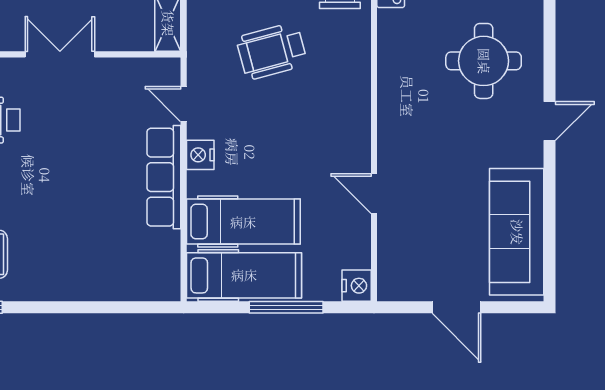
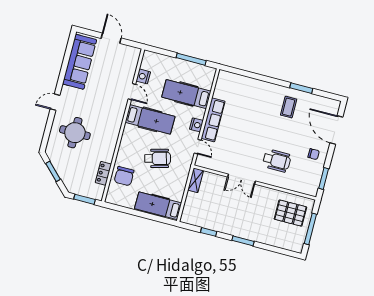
hospital bed: (244, 275) -> (150, 119), moved, turned 180
nightstand: (357, 286) -> (143, 76), moved
window: (286, 307) -> (191, 59), moved

